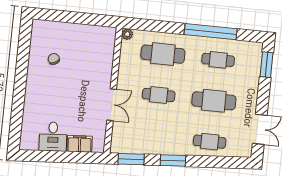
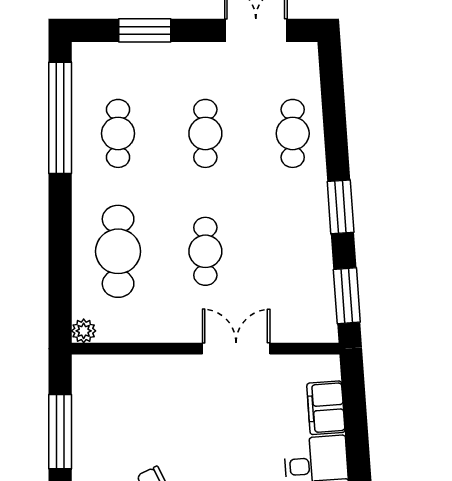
window: (81, 18) -> (60, 432), added
window: (211, 32) -> (60, 118), moved
window: (266, 65) -> (145, 30), moved
cafe table: (214, 101) -> (205, 133), width x0.73, depth x0.74

